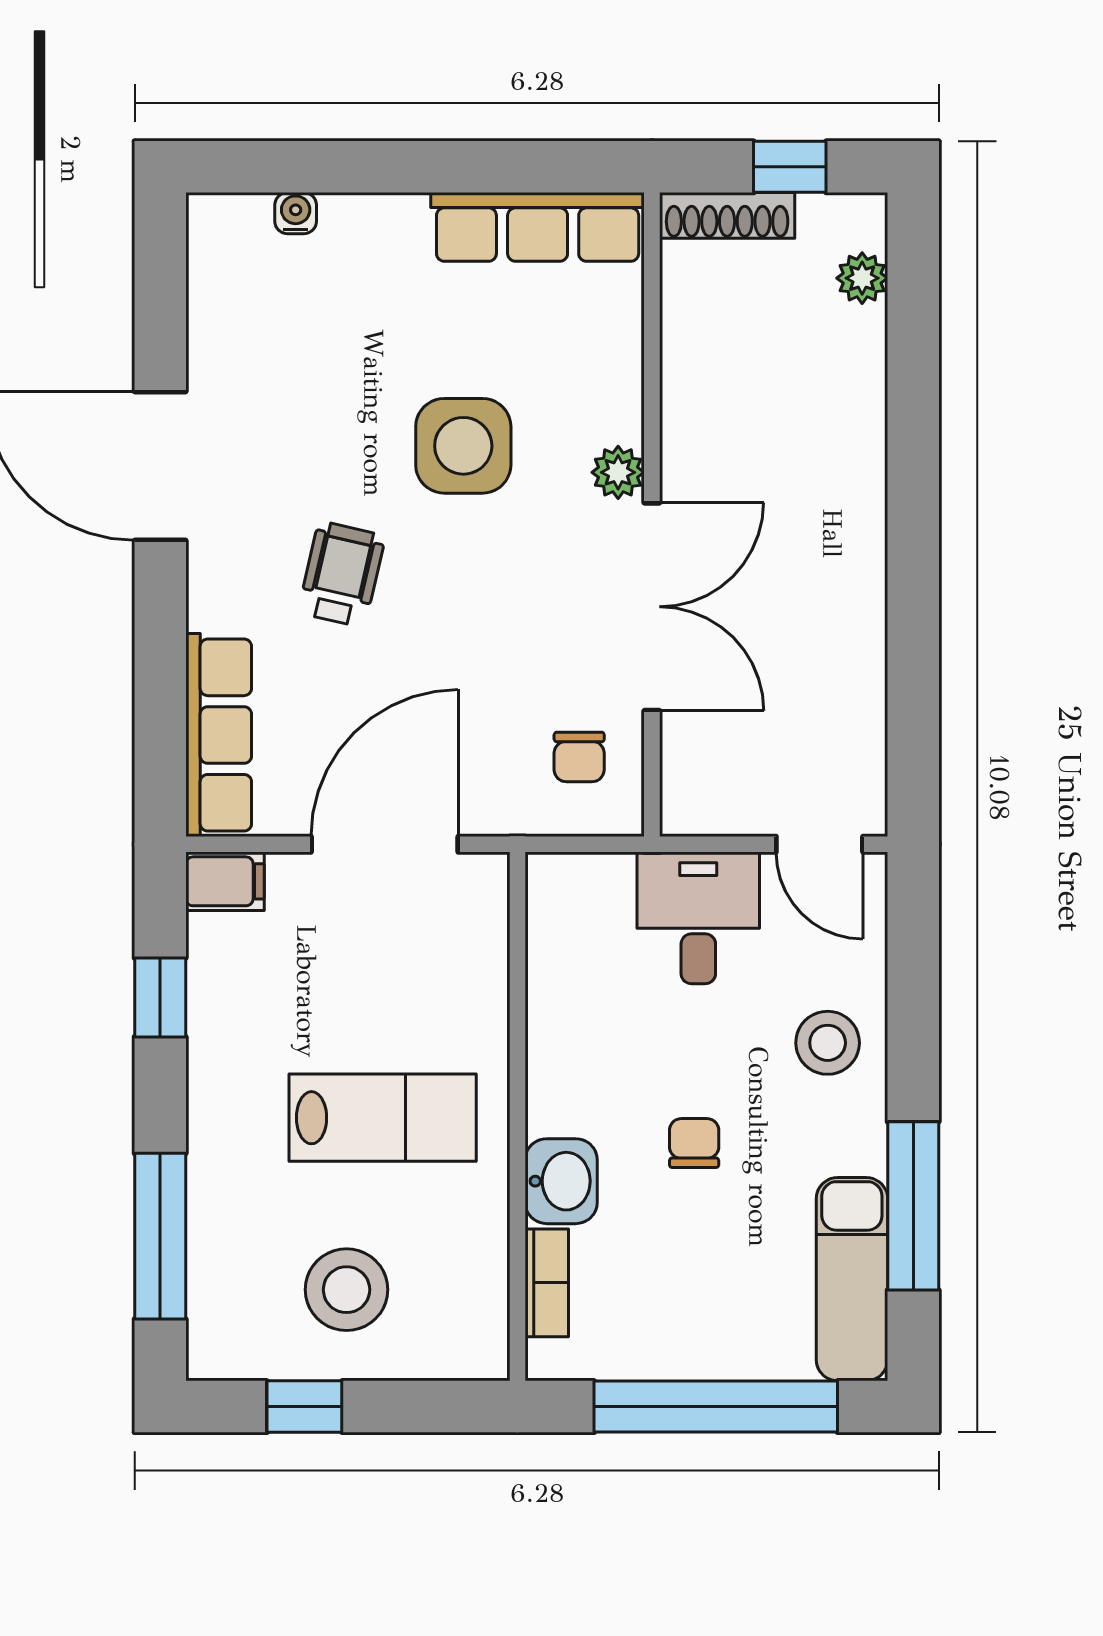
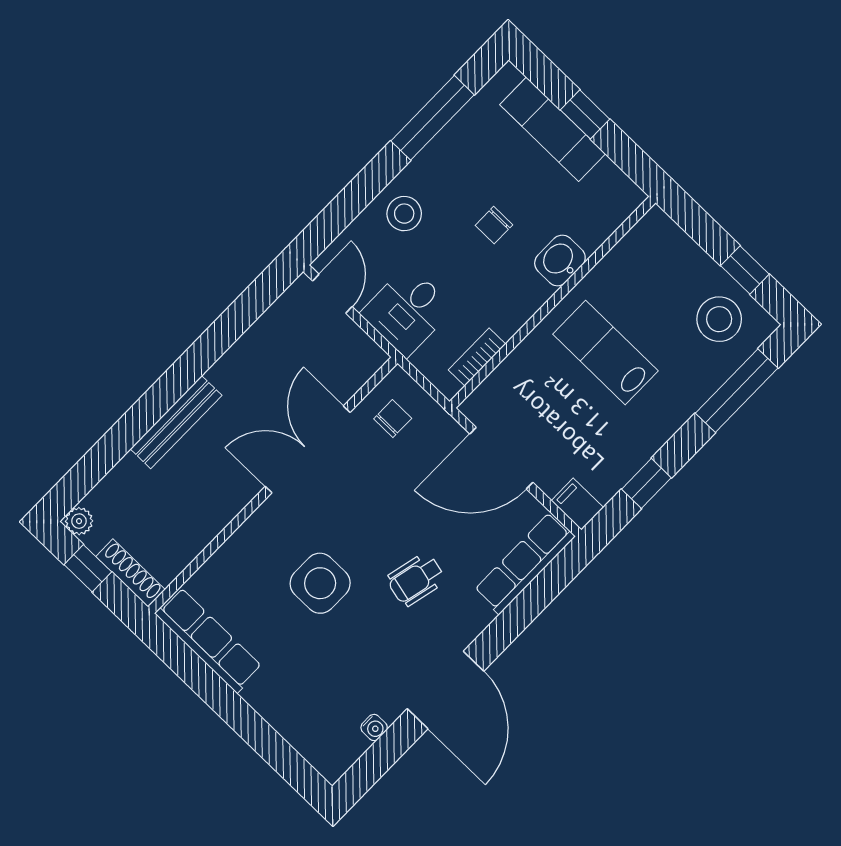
water cooler: (296, 213) -> (374, 727), moved, turned -90
plant: (862, 278) -> (79, 521), moved
plant: (618, 472) -> (270, 514), removed
bench: (861, 474) -> (176, 422), added
exam couch: (852, 1279) -> (553, 129), moved, turned 90
bookcase: (547, 1283) -> (477, 357), moved
stool: (347, 1290) -> (719, 319), moved
window: (716, 1407) -> (585, 114), width x0.32

